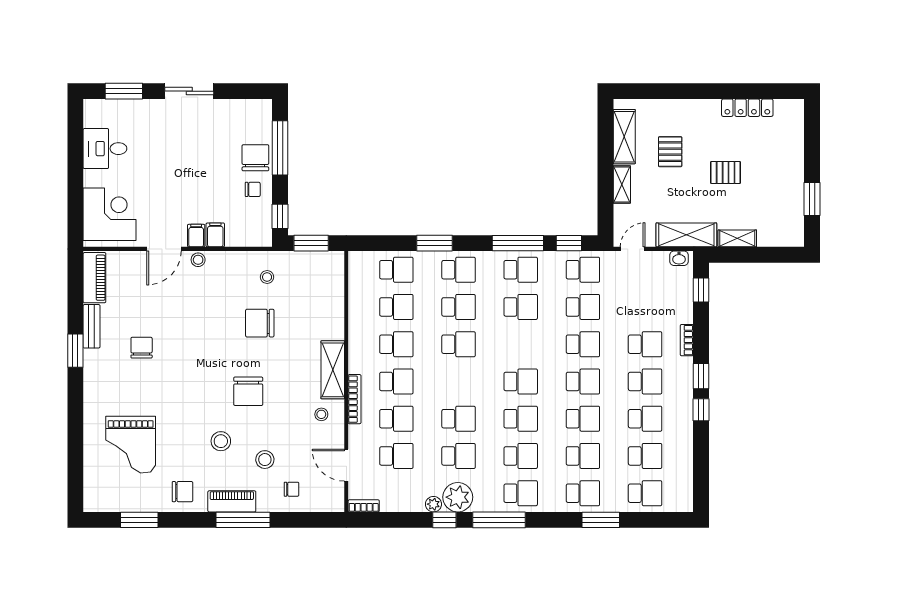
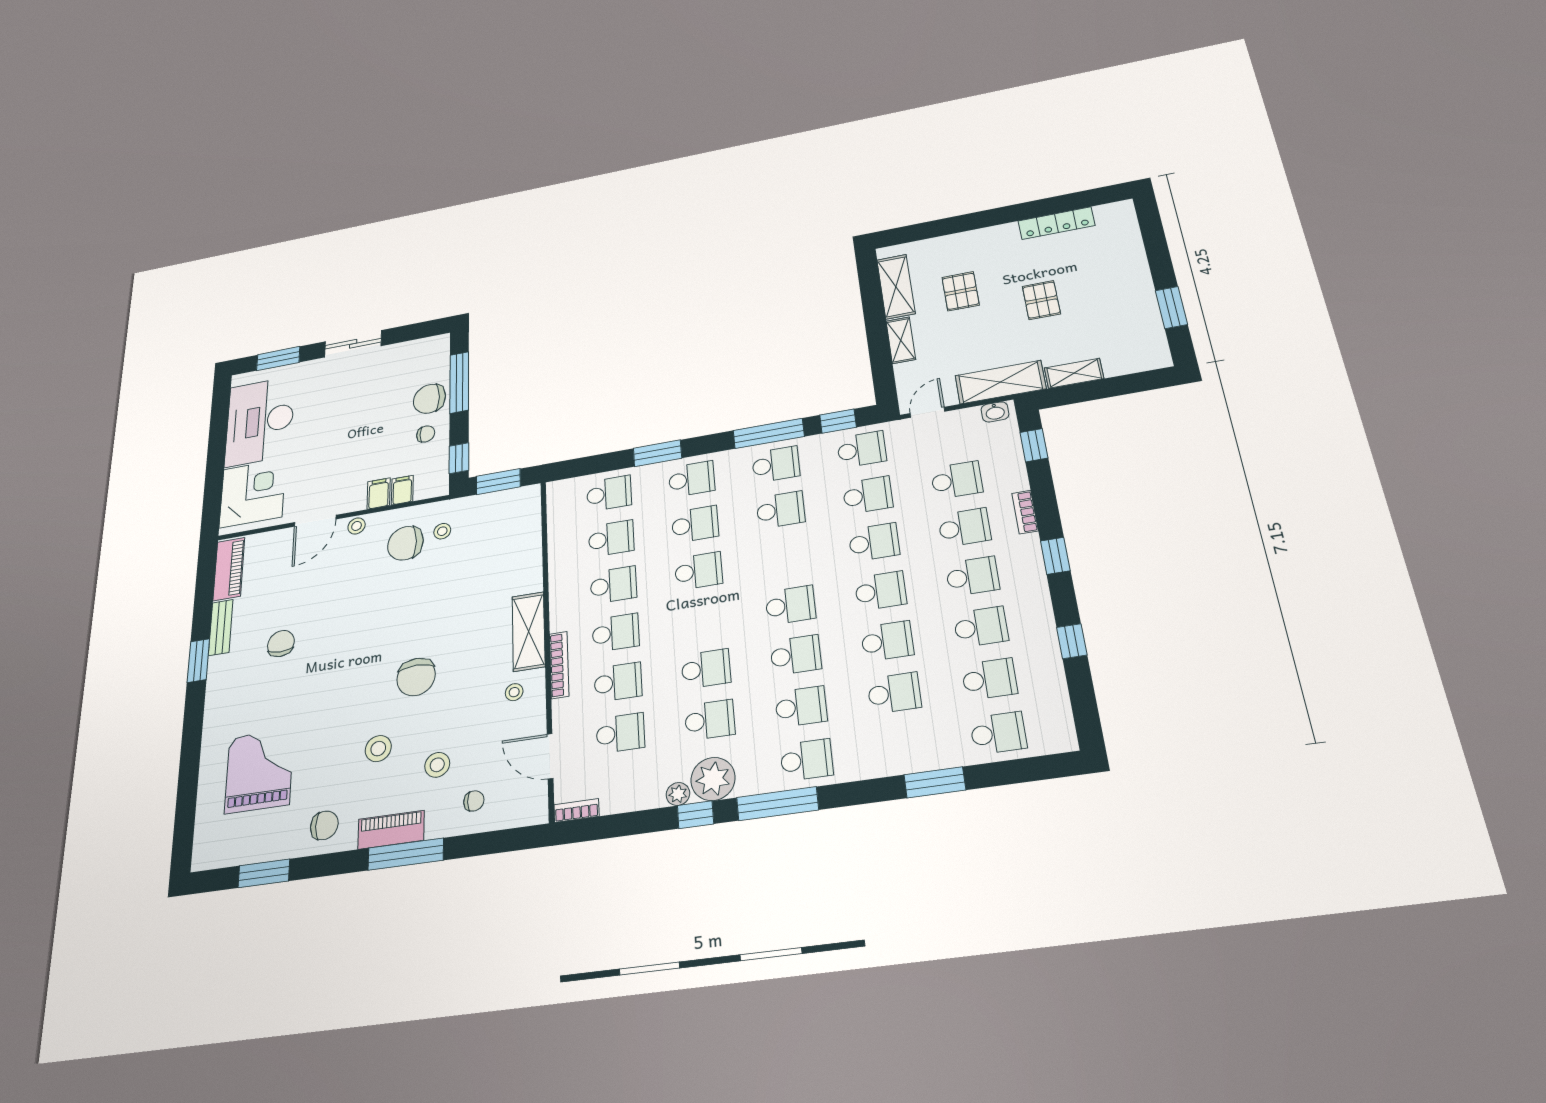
desk: (105, 149) -> (260, 421), width x1.87, depth x1.30
chair: (255, 158) -> (429, 399), turned -90
pallet: (726, 172) -> (1041, 300), turned 90
filing cabinet: (196, 236) -> (402, 490), moved
chair: (260, 323) -> (405, 543), moved
window: (701, 410) -> (1072, 641), moved
grand piano: (131, 445) -> (259, 771), turned 180
school desk: (583, 493) -> (957, 480), moved

